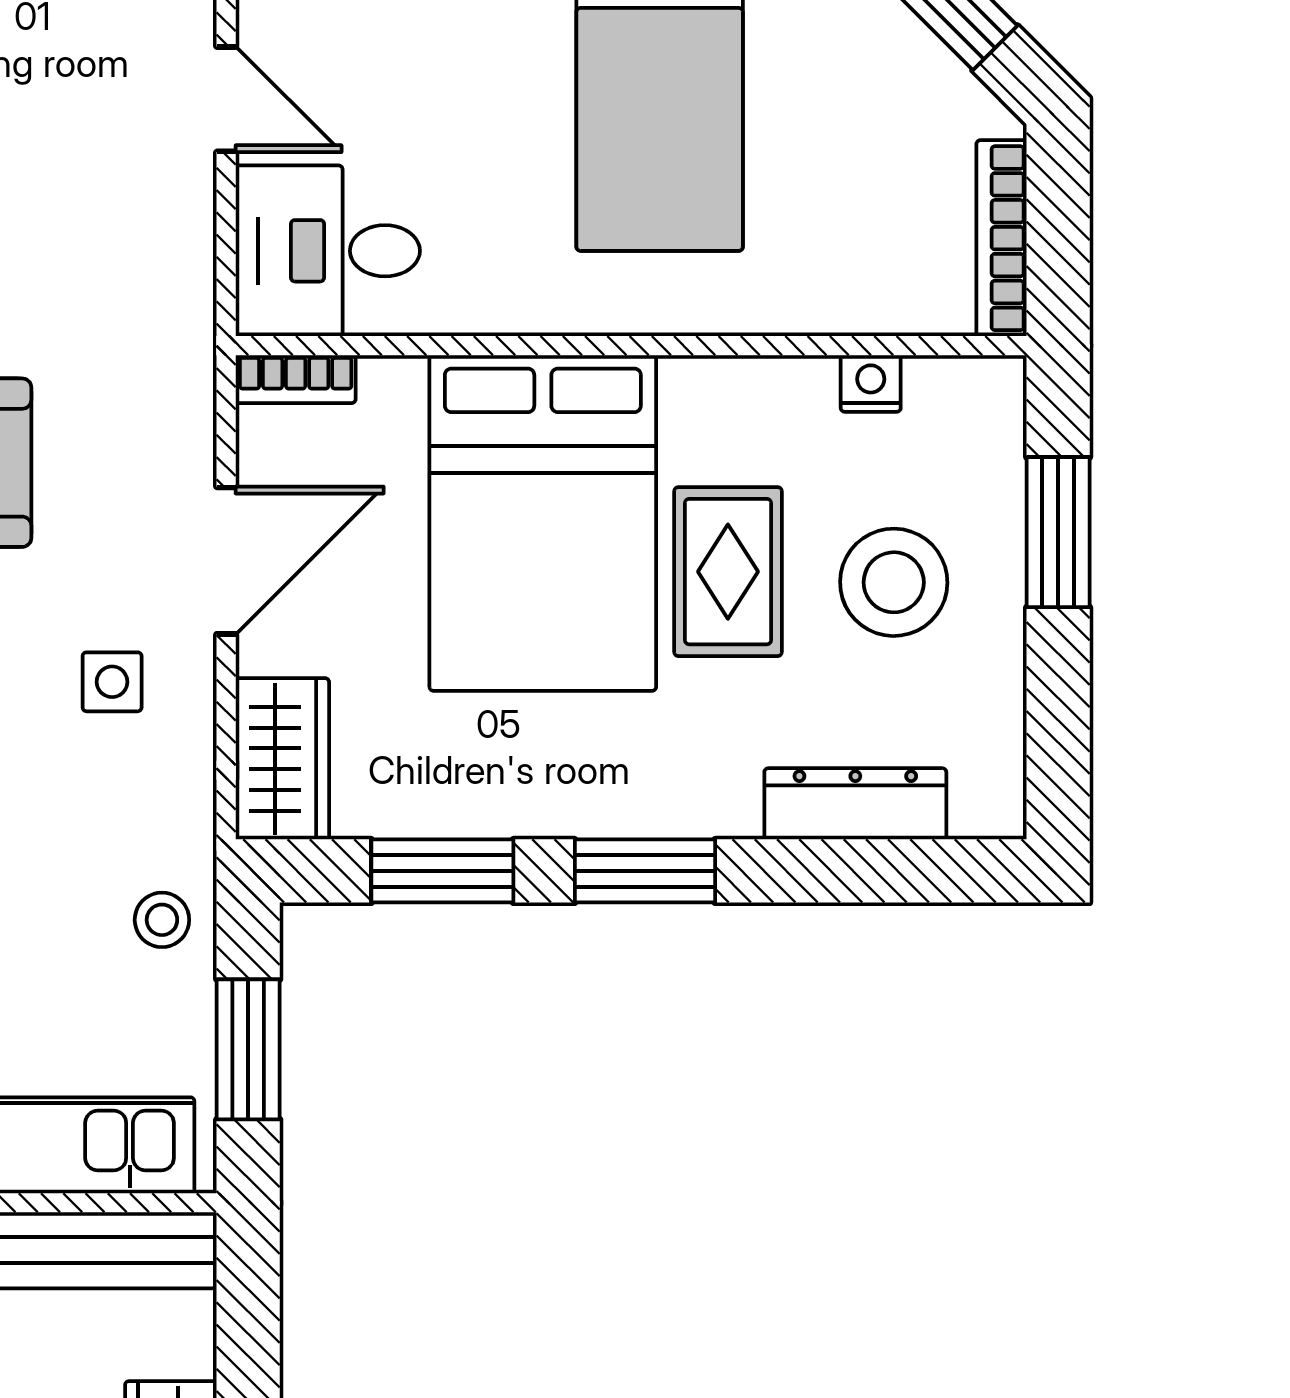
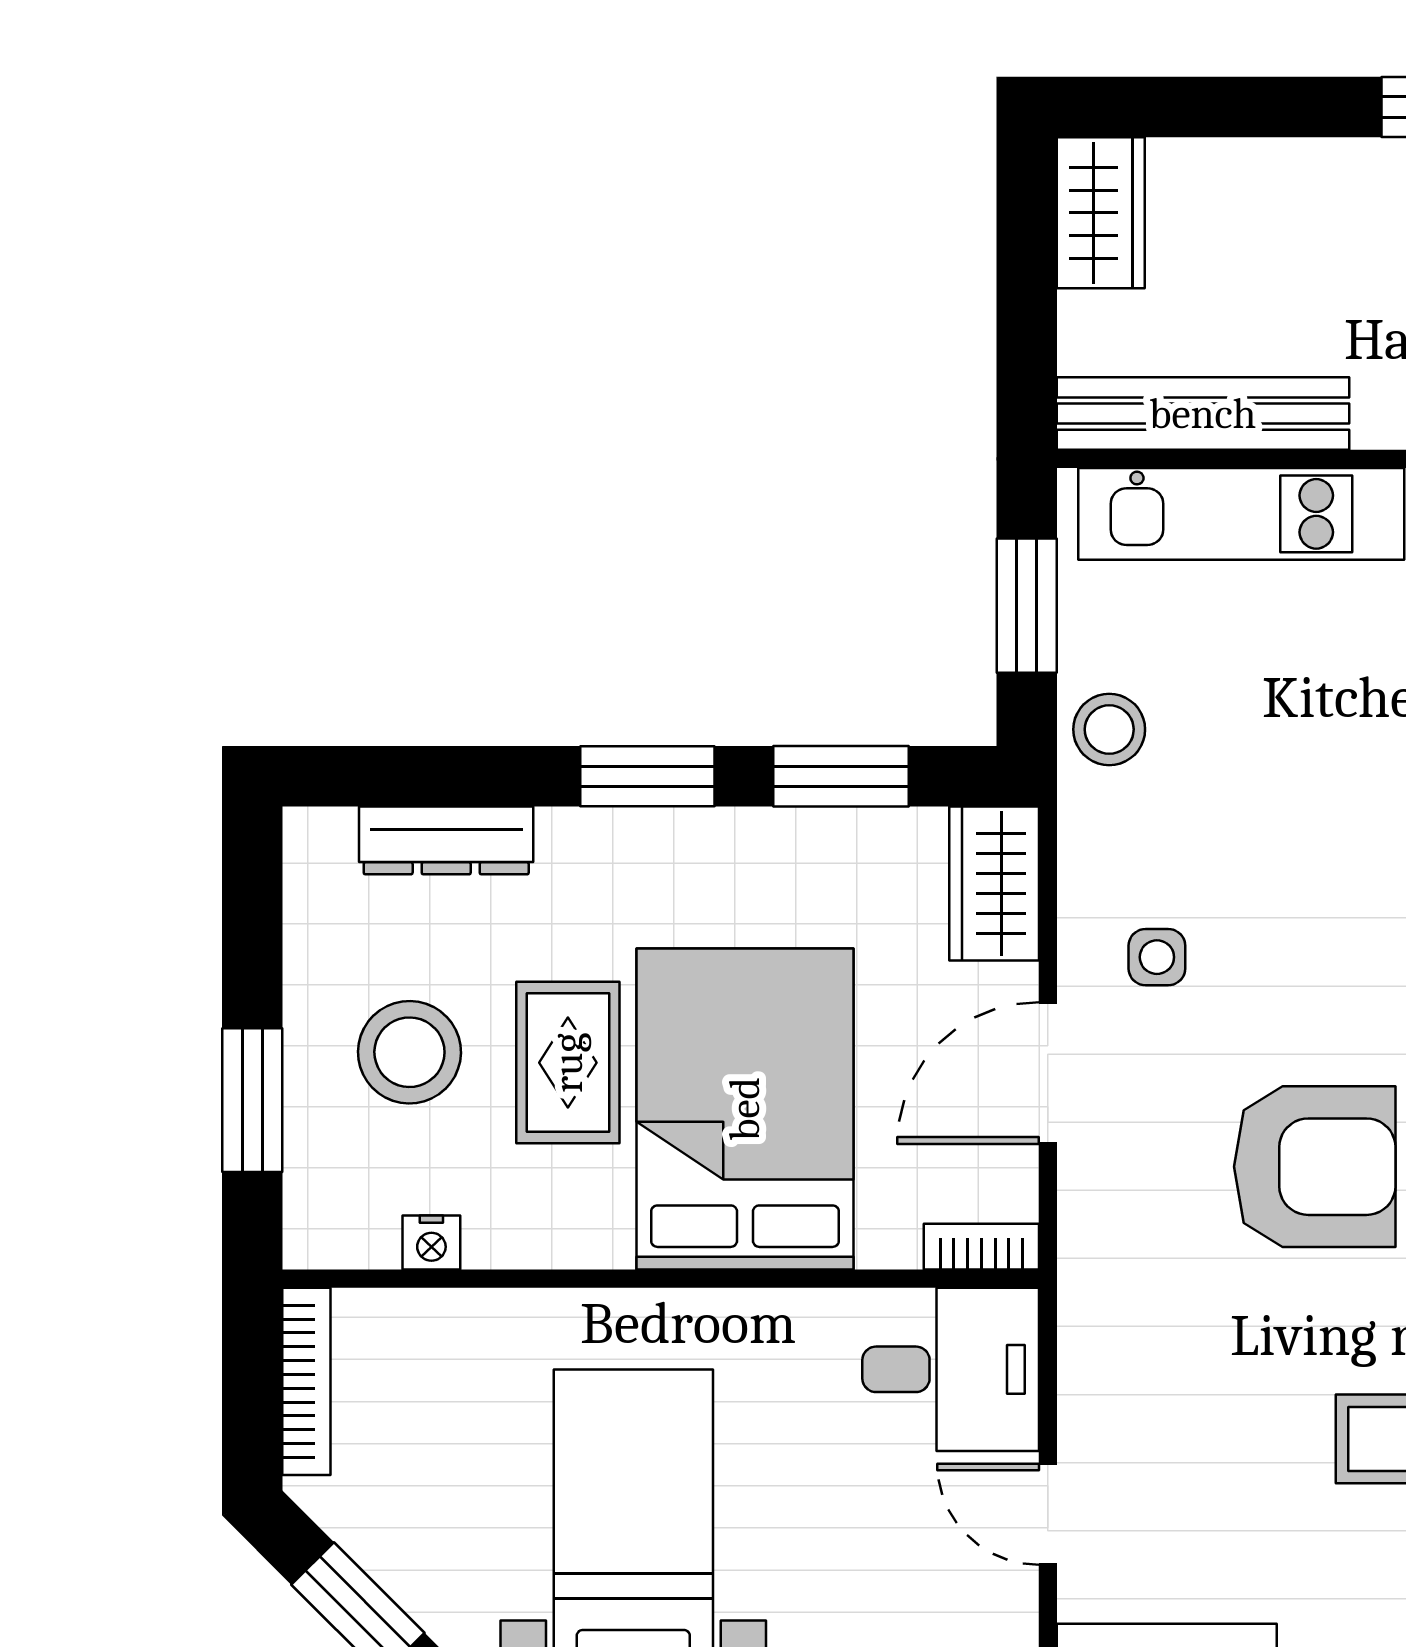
stool: (162, 920) -> (1109, 729), width x1.37, depth x1.37

